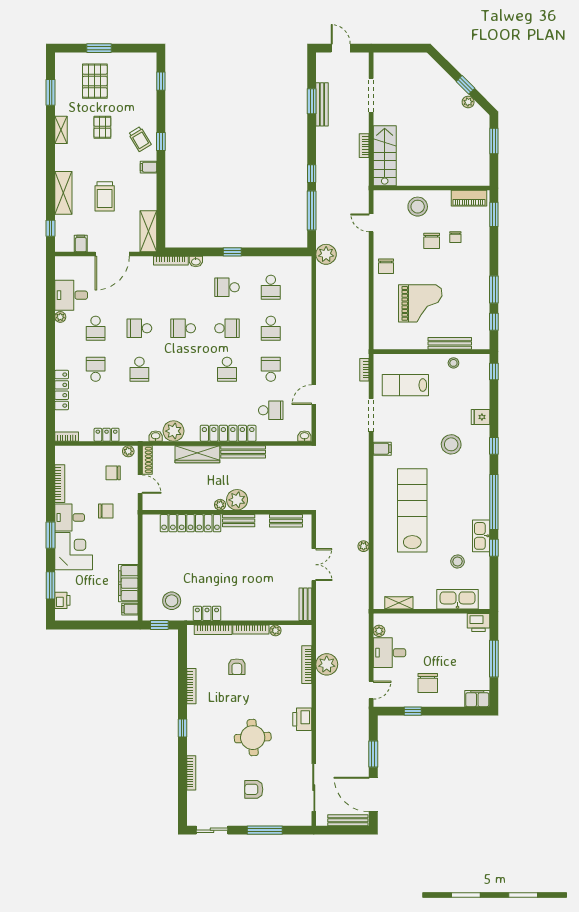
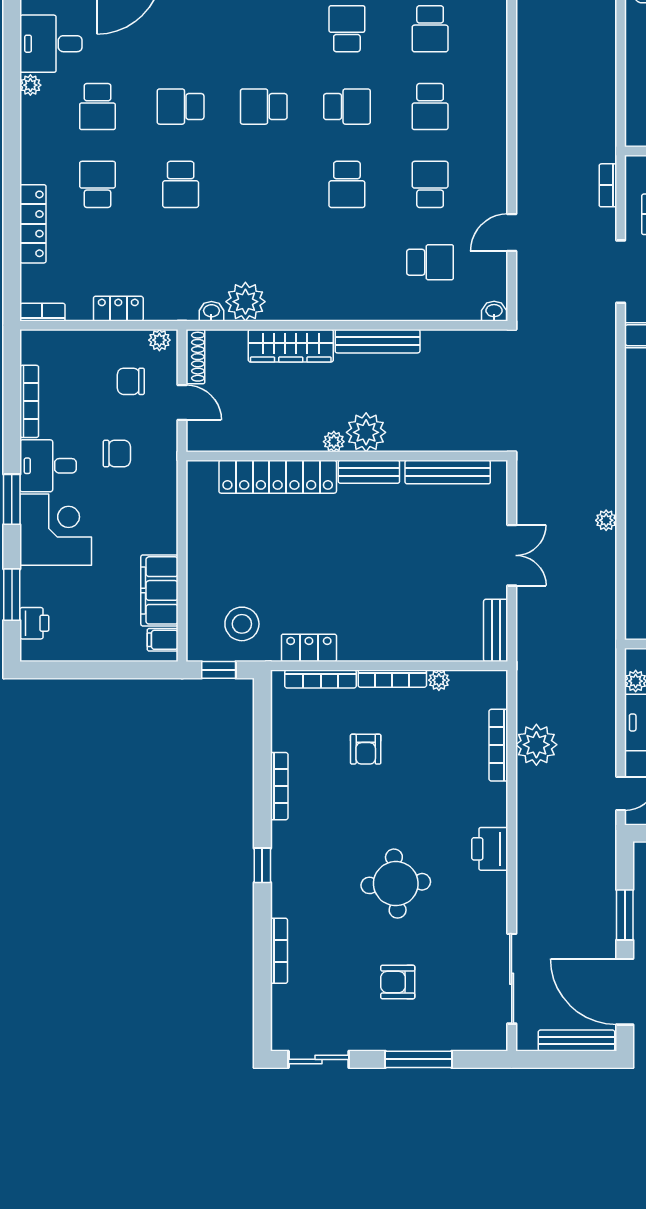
school desk: (227, 287) -> (347, 29), turned 90
locker: (228, 433) -> (349, 306), removed
bench: (286, 521) -> (448, 472), width x1.36

